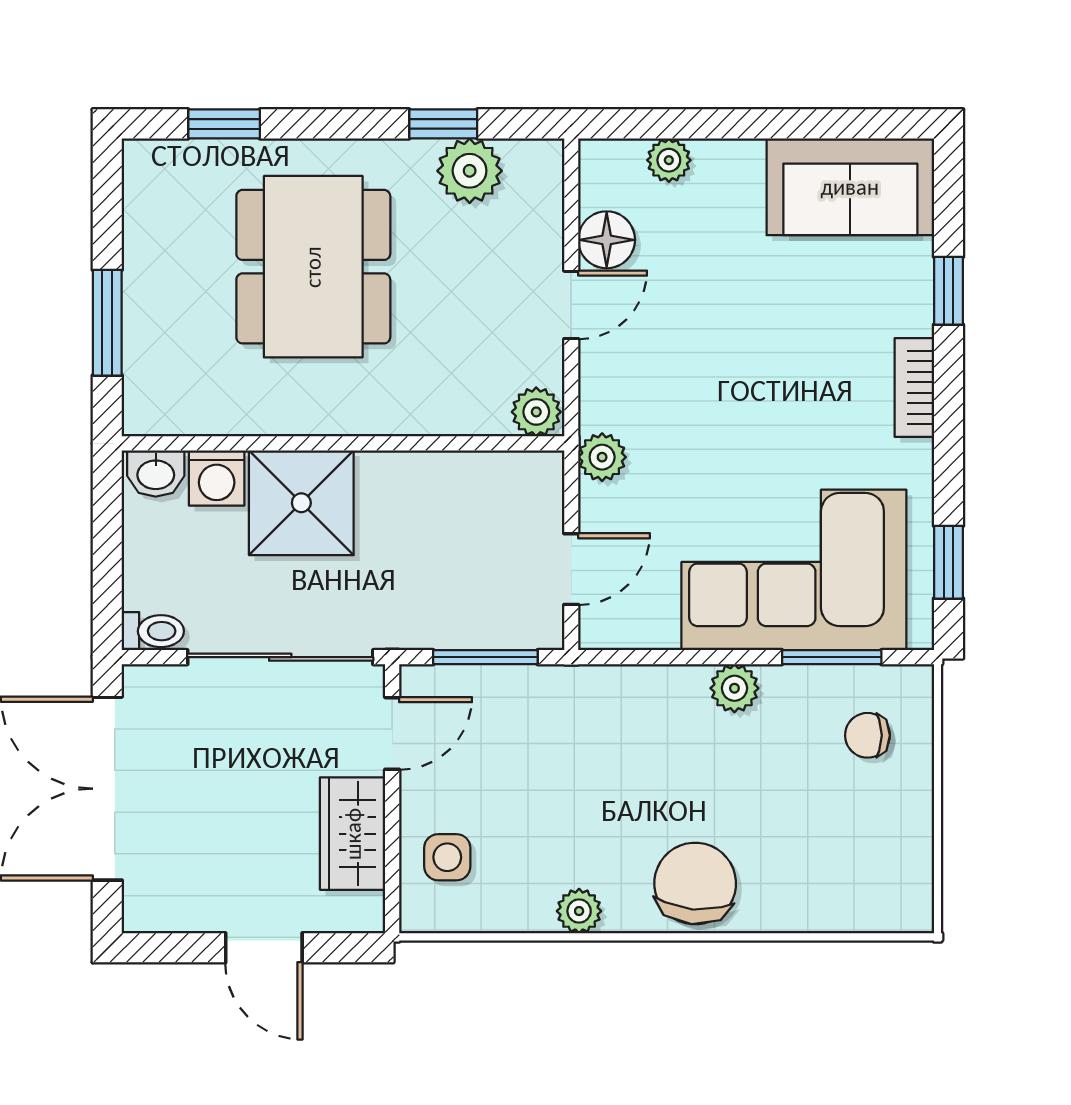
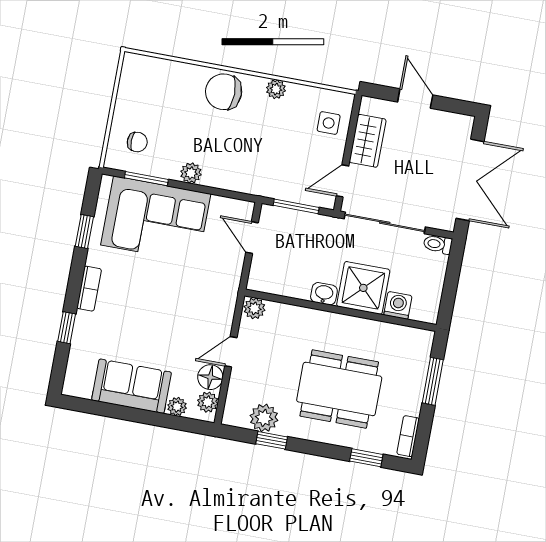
sofa: (850, 187) -> (132, 386), moved
bookcase: (140, 190) -> (408, 436), added
dining table: (313, 267) -> (339, 389), turned 90
plant: (602, 457) -> (208, 402), moved
washbasin: (156, 473) -> (324, 294), moved
window: (948, 562) -> (84, 232), moved
door: (571, 569) -> (252, 238), hinge flipped
chair: (695, 884) -> (224, 92), turned 85

